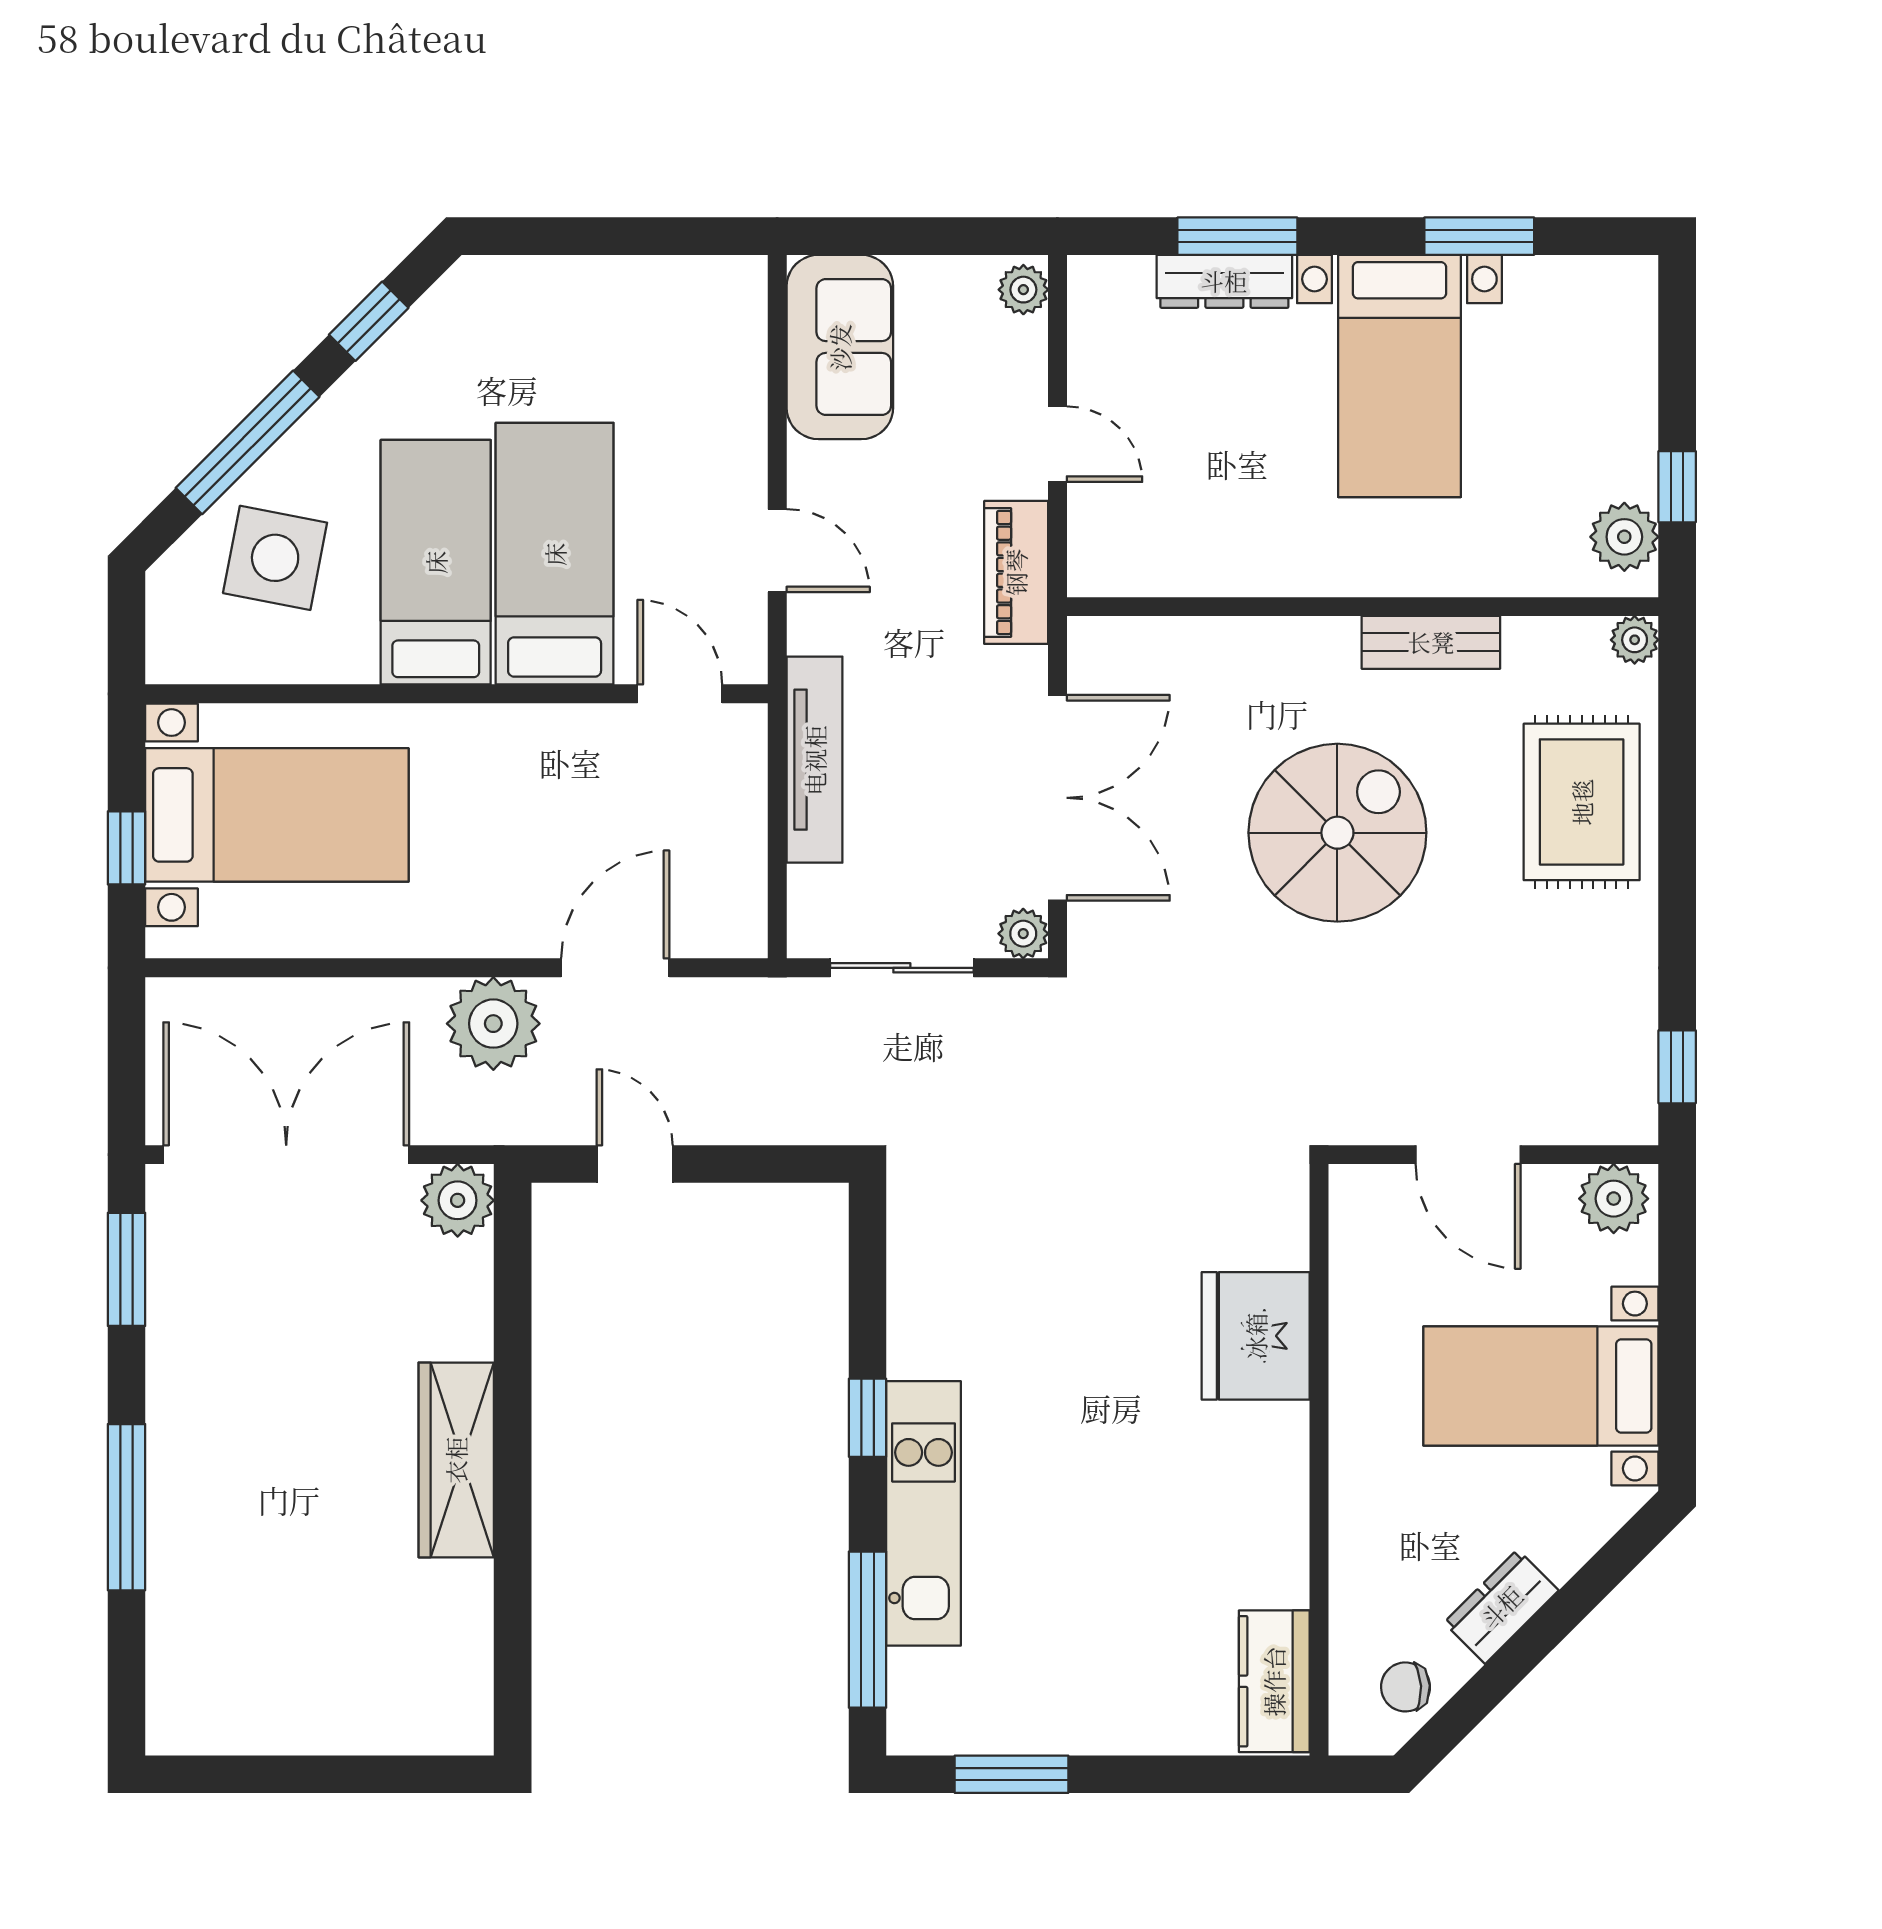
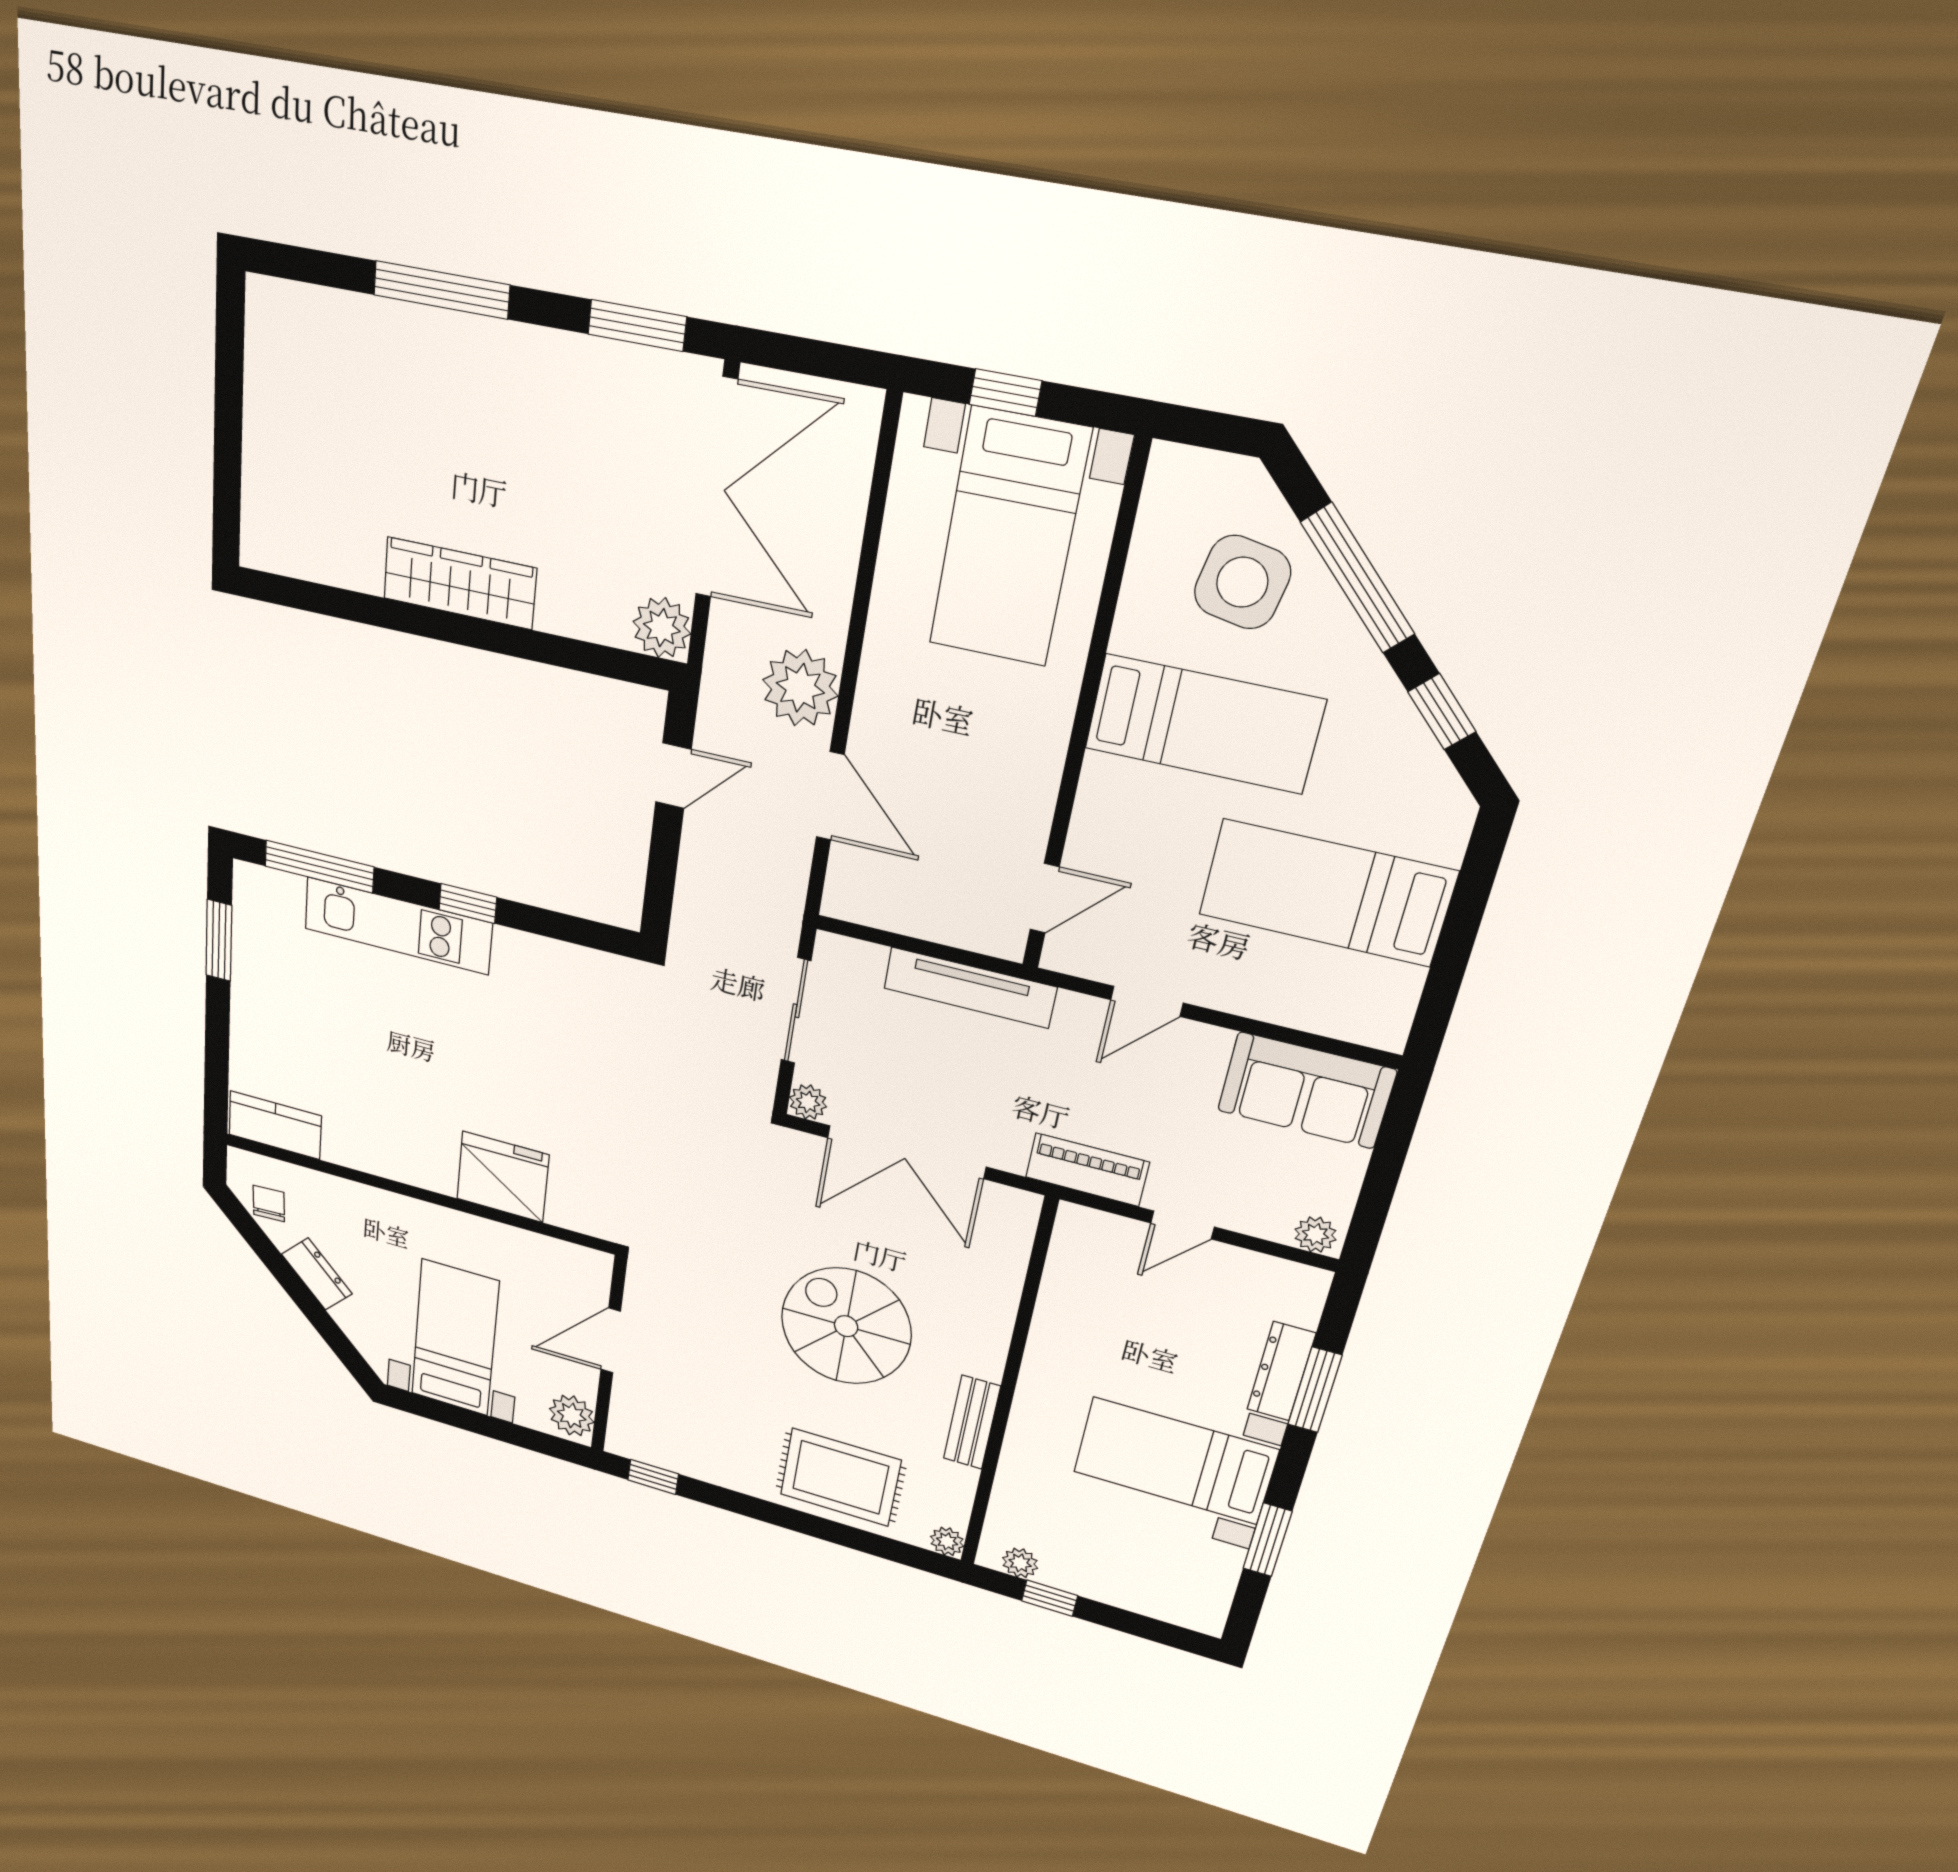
plant: (1624, 537) -> (1020, 1563), width x0.73, depth x0.73
bed: (555, 554) -> (1327, 893), moved, turned 180
spiral stairs: (1337, 833) -> (846, 1326), turned 180

